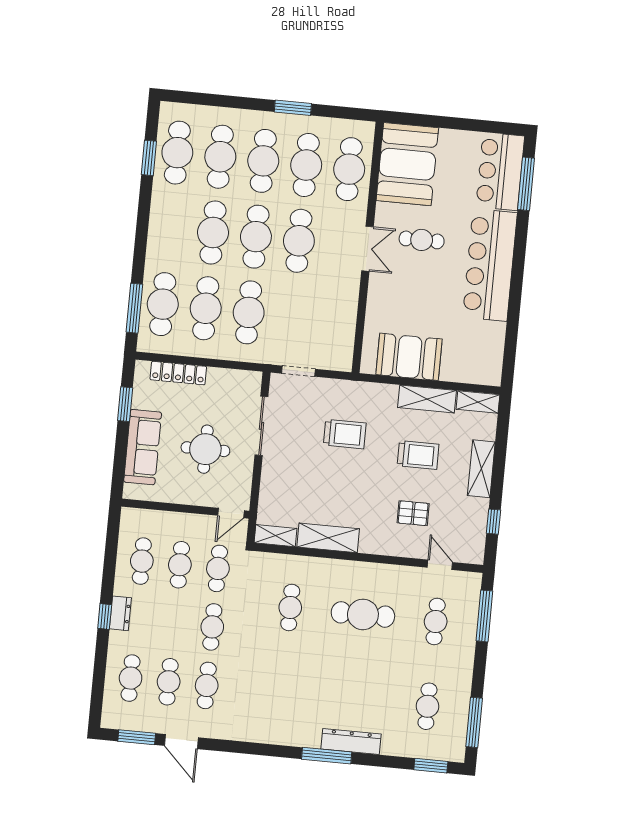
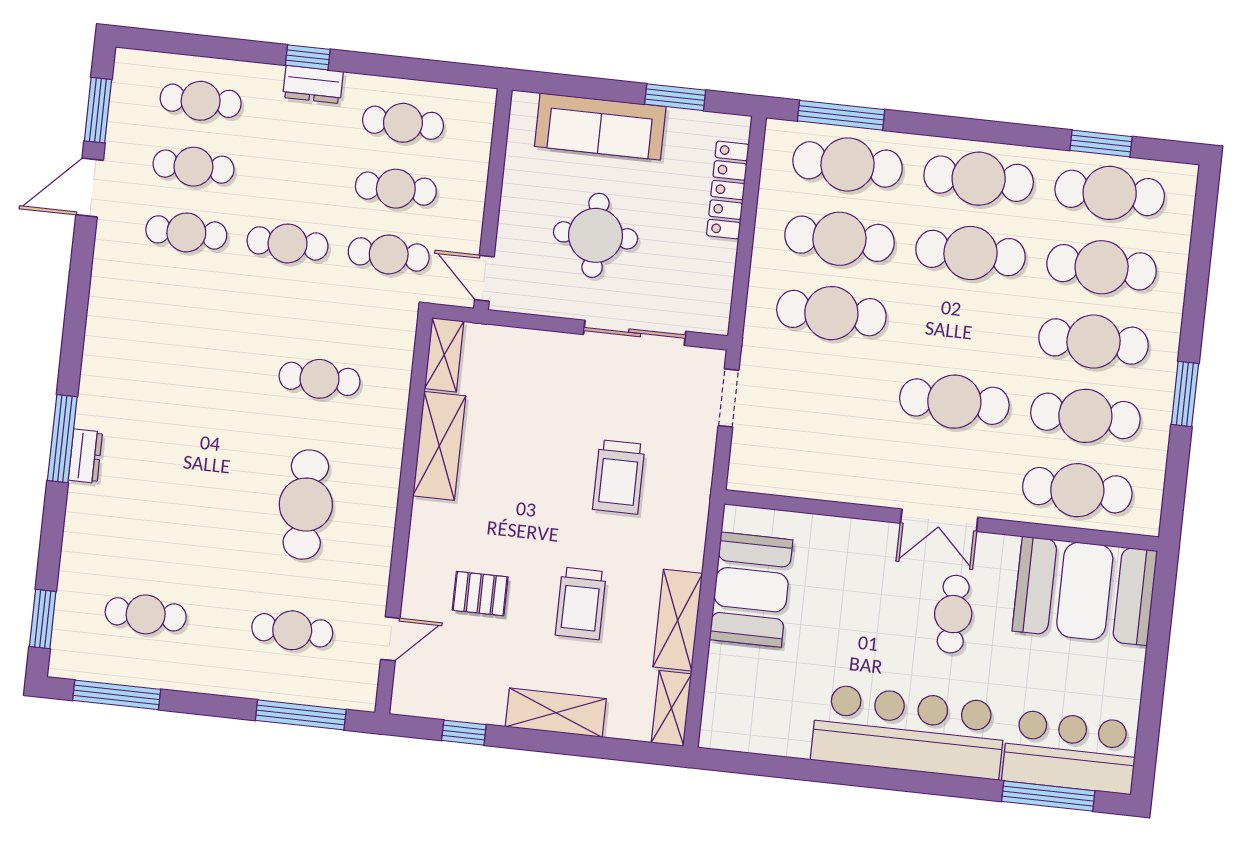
cafe table: (256, 237) -> (979, 179), moved
pallet: (413, 513) -> (480, 594), turned 90
dresser: (351, 741) -> (85, 456), width x0.51, depth x0.80

